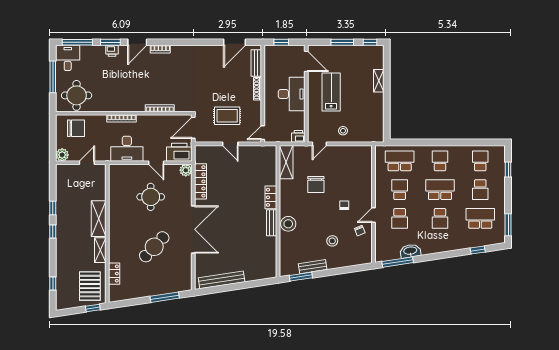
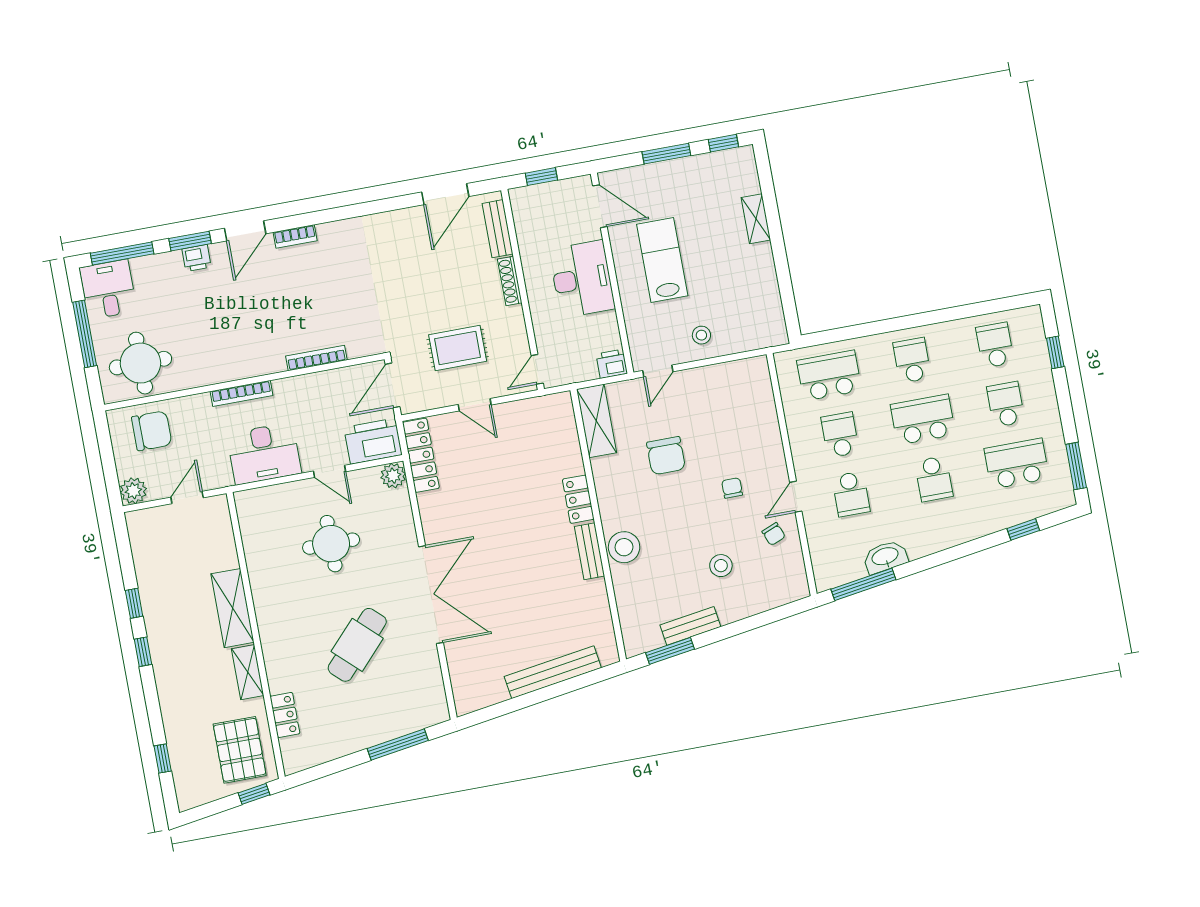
locker: (201, 181) -> (421, 455), moved
school desk: (480, 190) -> (1006, 404), turned 180
bench: (222, 280) -> (553, 672), moved

